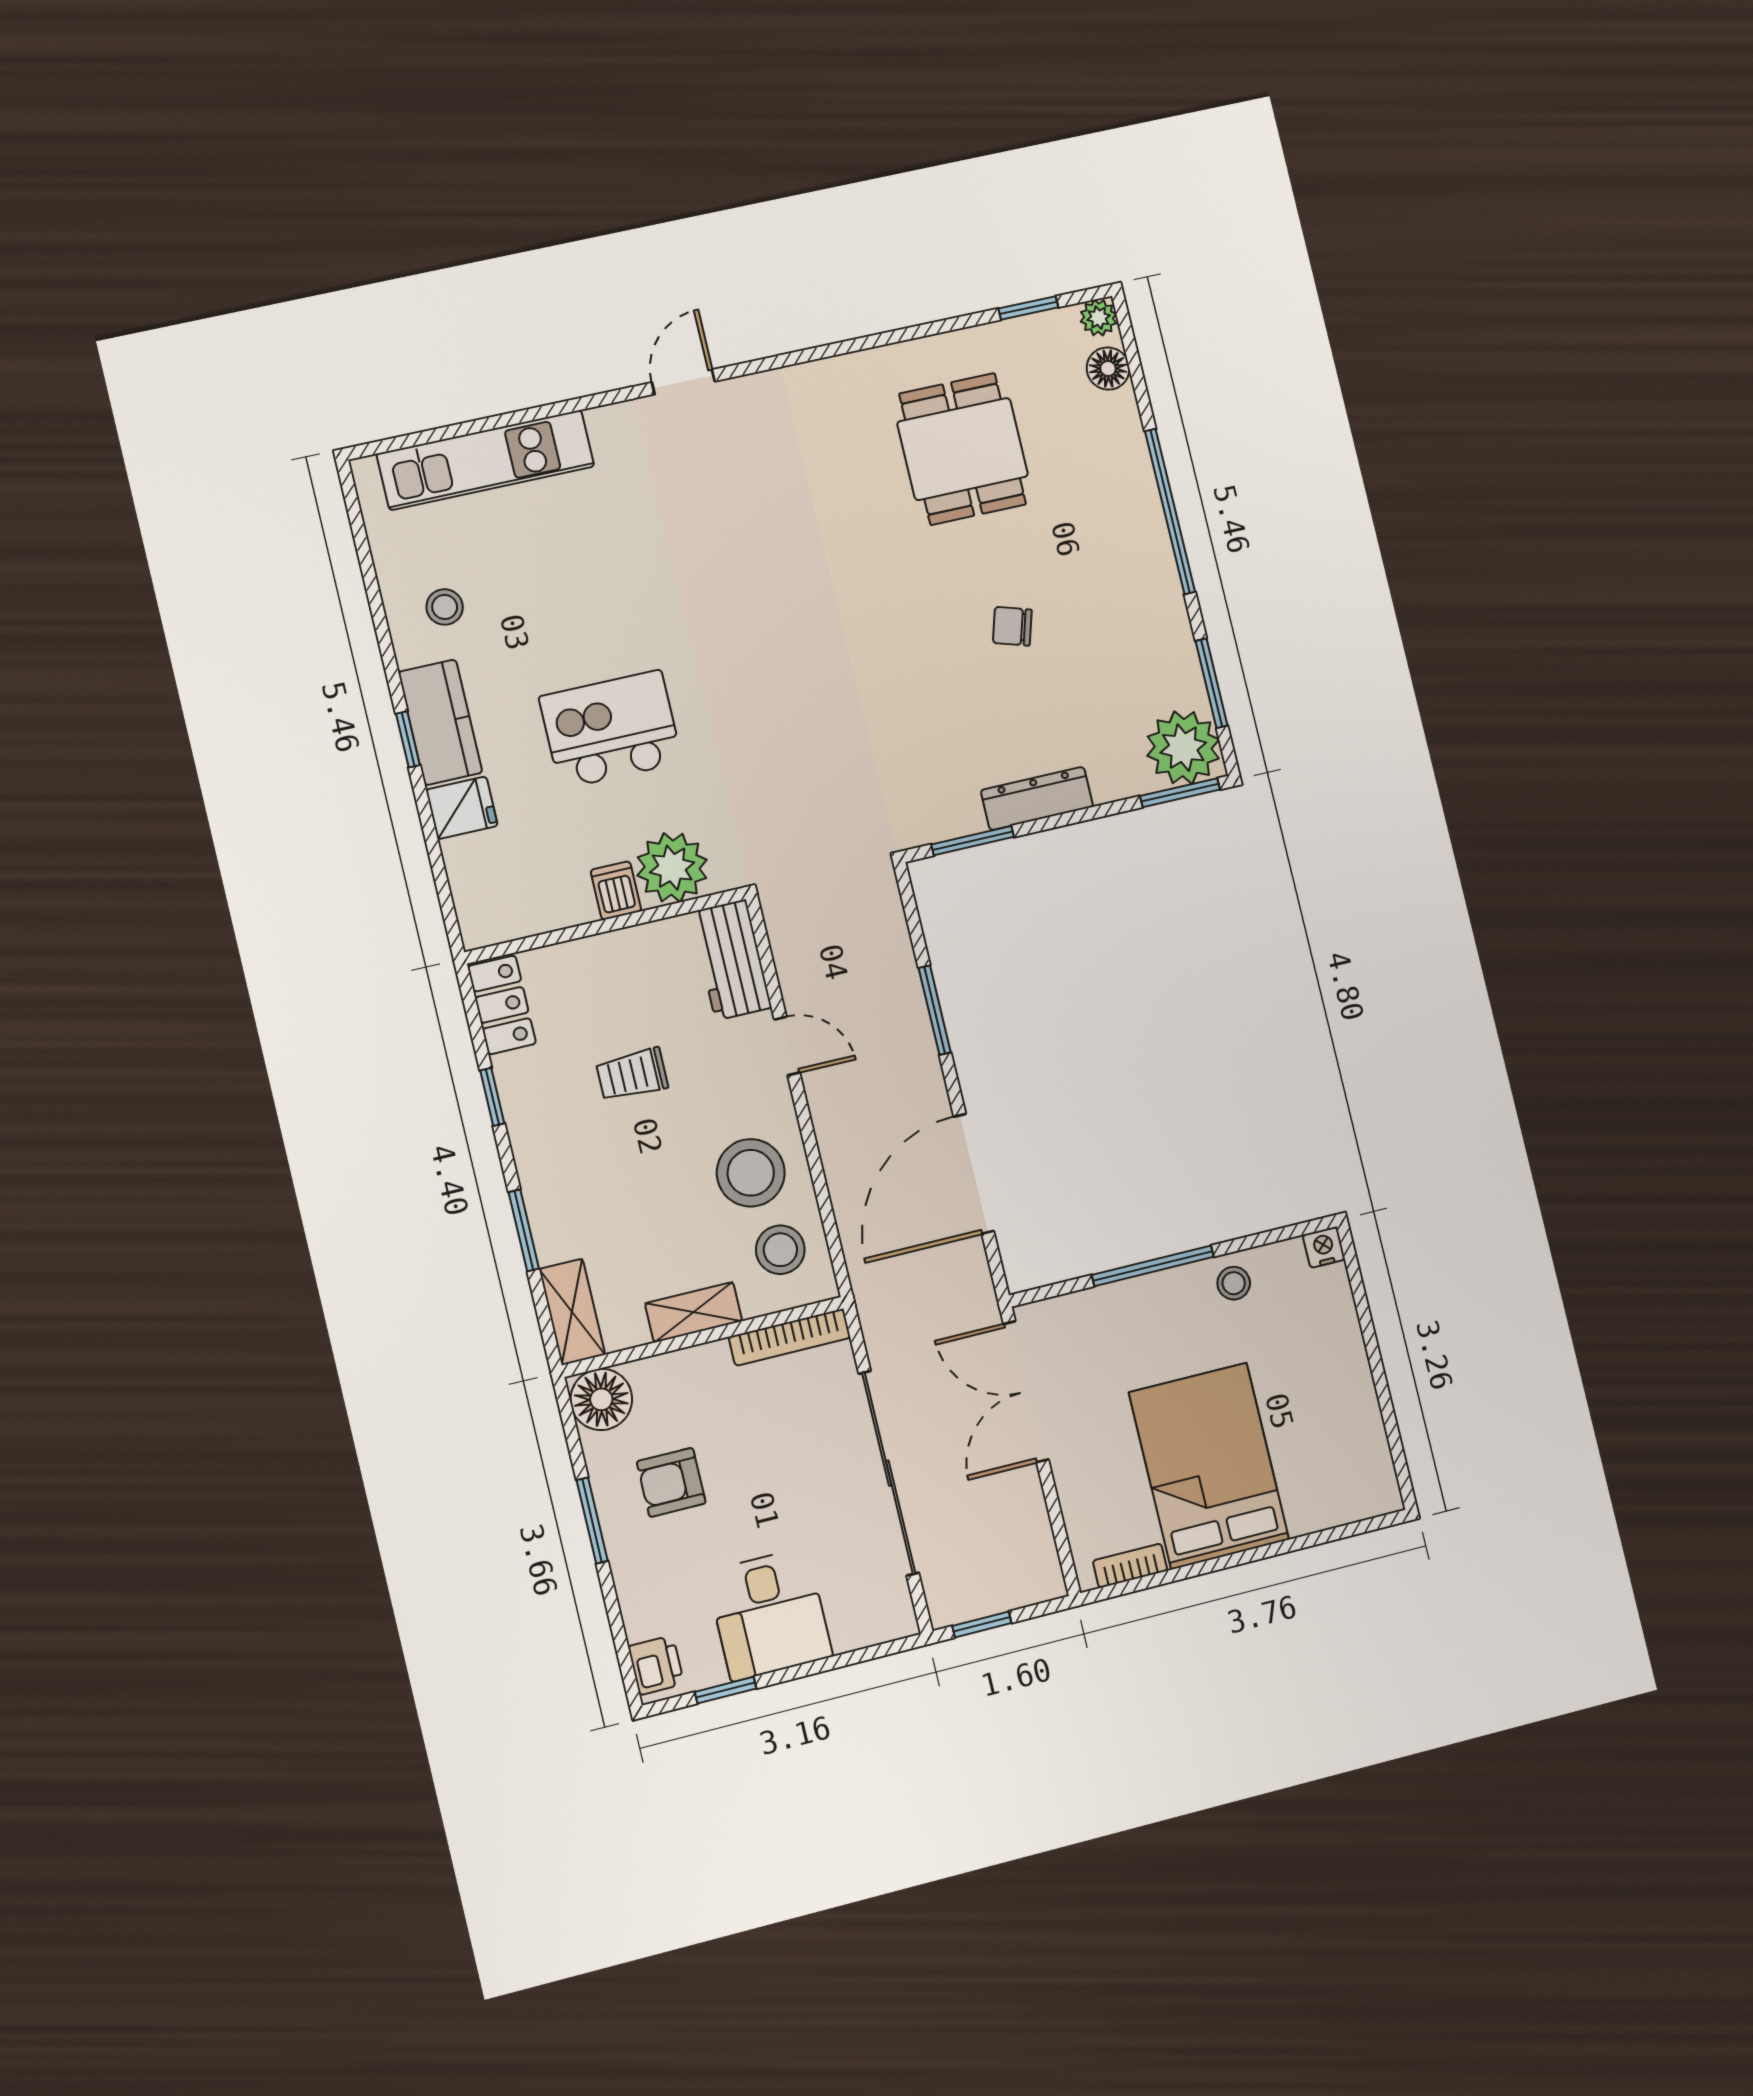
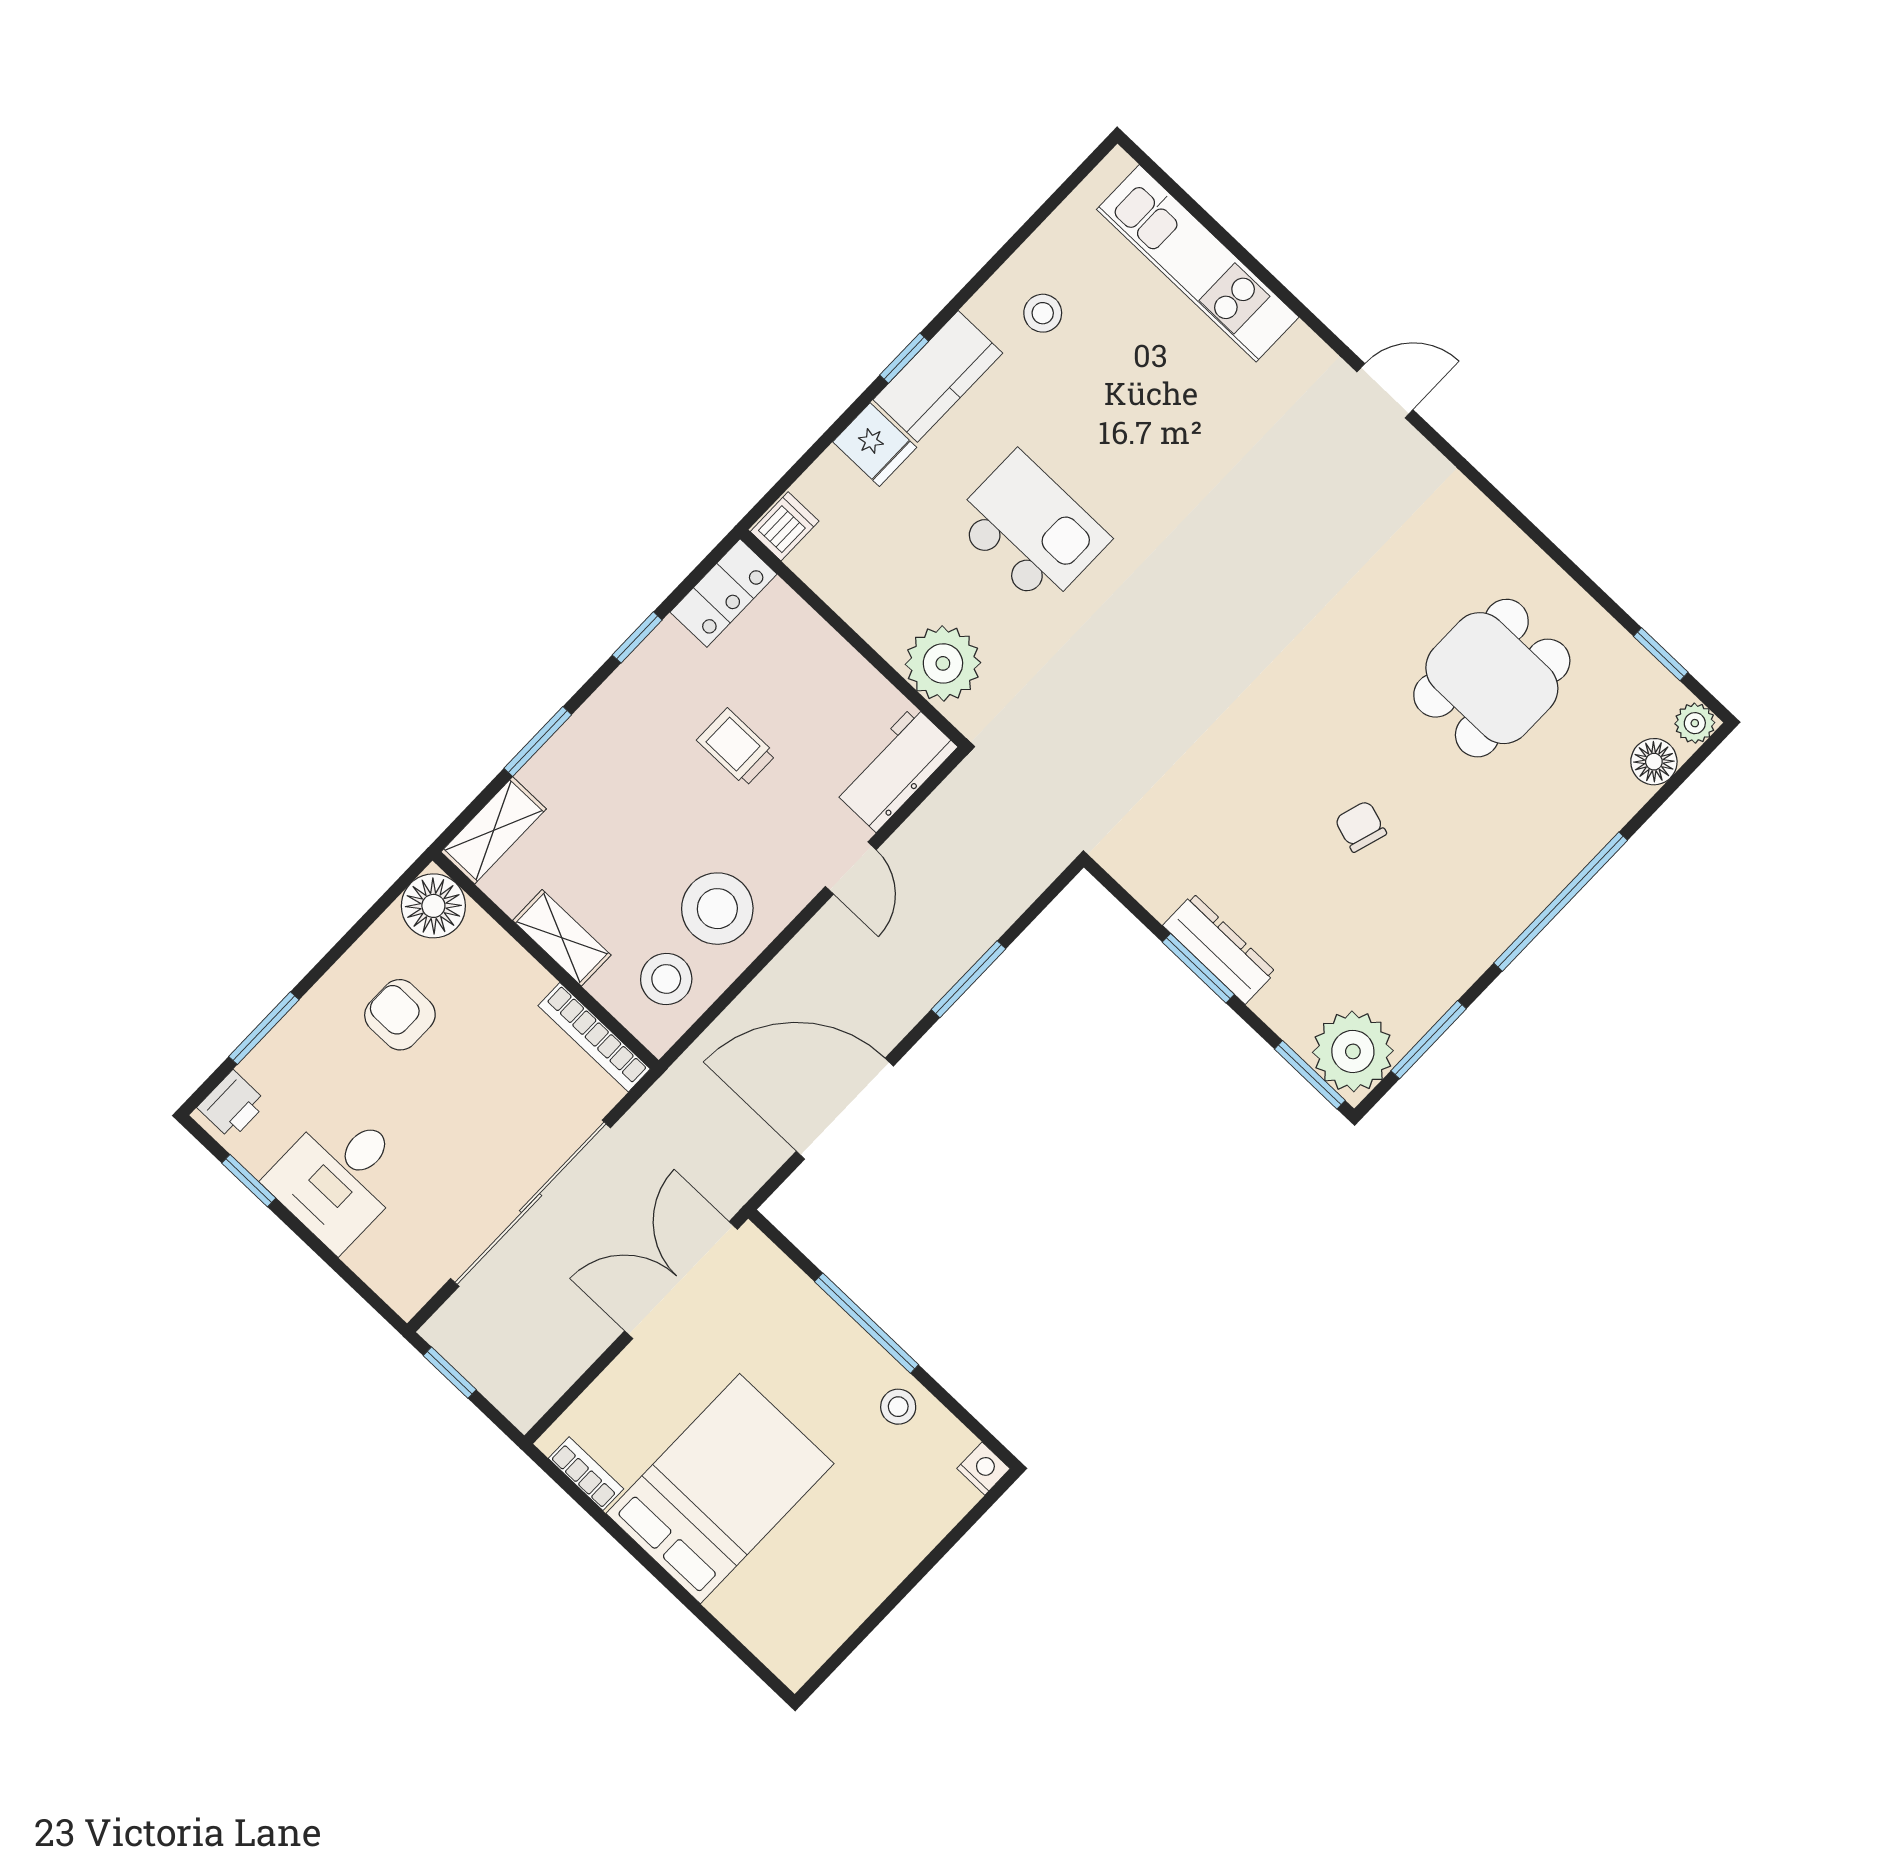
window: (973, 841) -> (1198, 968), moved
dishwasher: (616, 891) -> (785, 526), moved
window: (592, 1520) -> (264, 1028), moved

